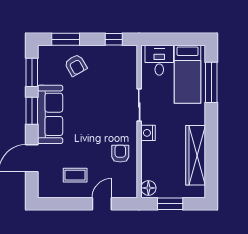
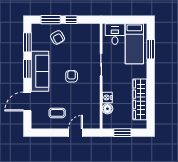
window: (114, 39) -> (71, 20), moved
window: (211, 82) -> (151, 49), width x0.69
nightstand: (148, 133) -> (107, 97), moved
armchair: (120, 154) -> (72, 76), moved
floor lamp: (148, 188) -> (107, 109), moved

